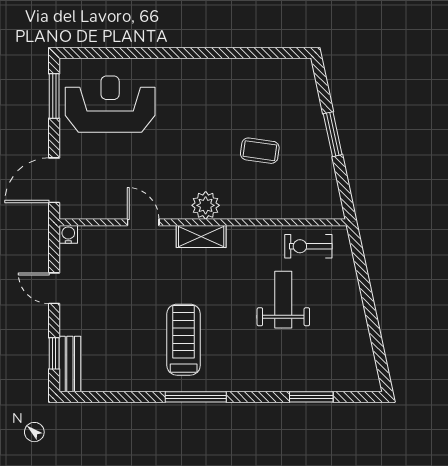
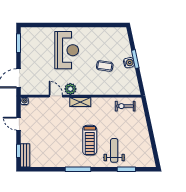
reception desk: (110, 104) -> (67, 50), moved, turned 90
water cooler: (317, 143) -> (129, 63), added
plant: (206, 205) -> (70, 89), moved
weight bench: (283, 300) -> (114, 150), moved
treadmill: (184, 340) -> (90, 140), moved, turned 180

